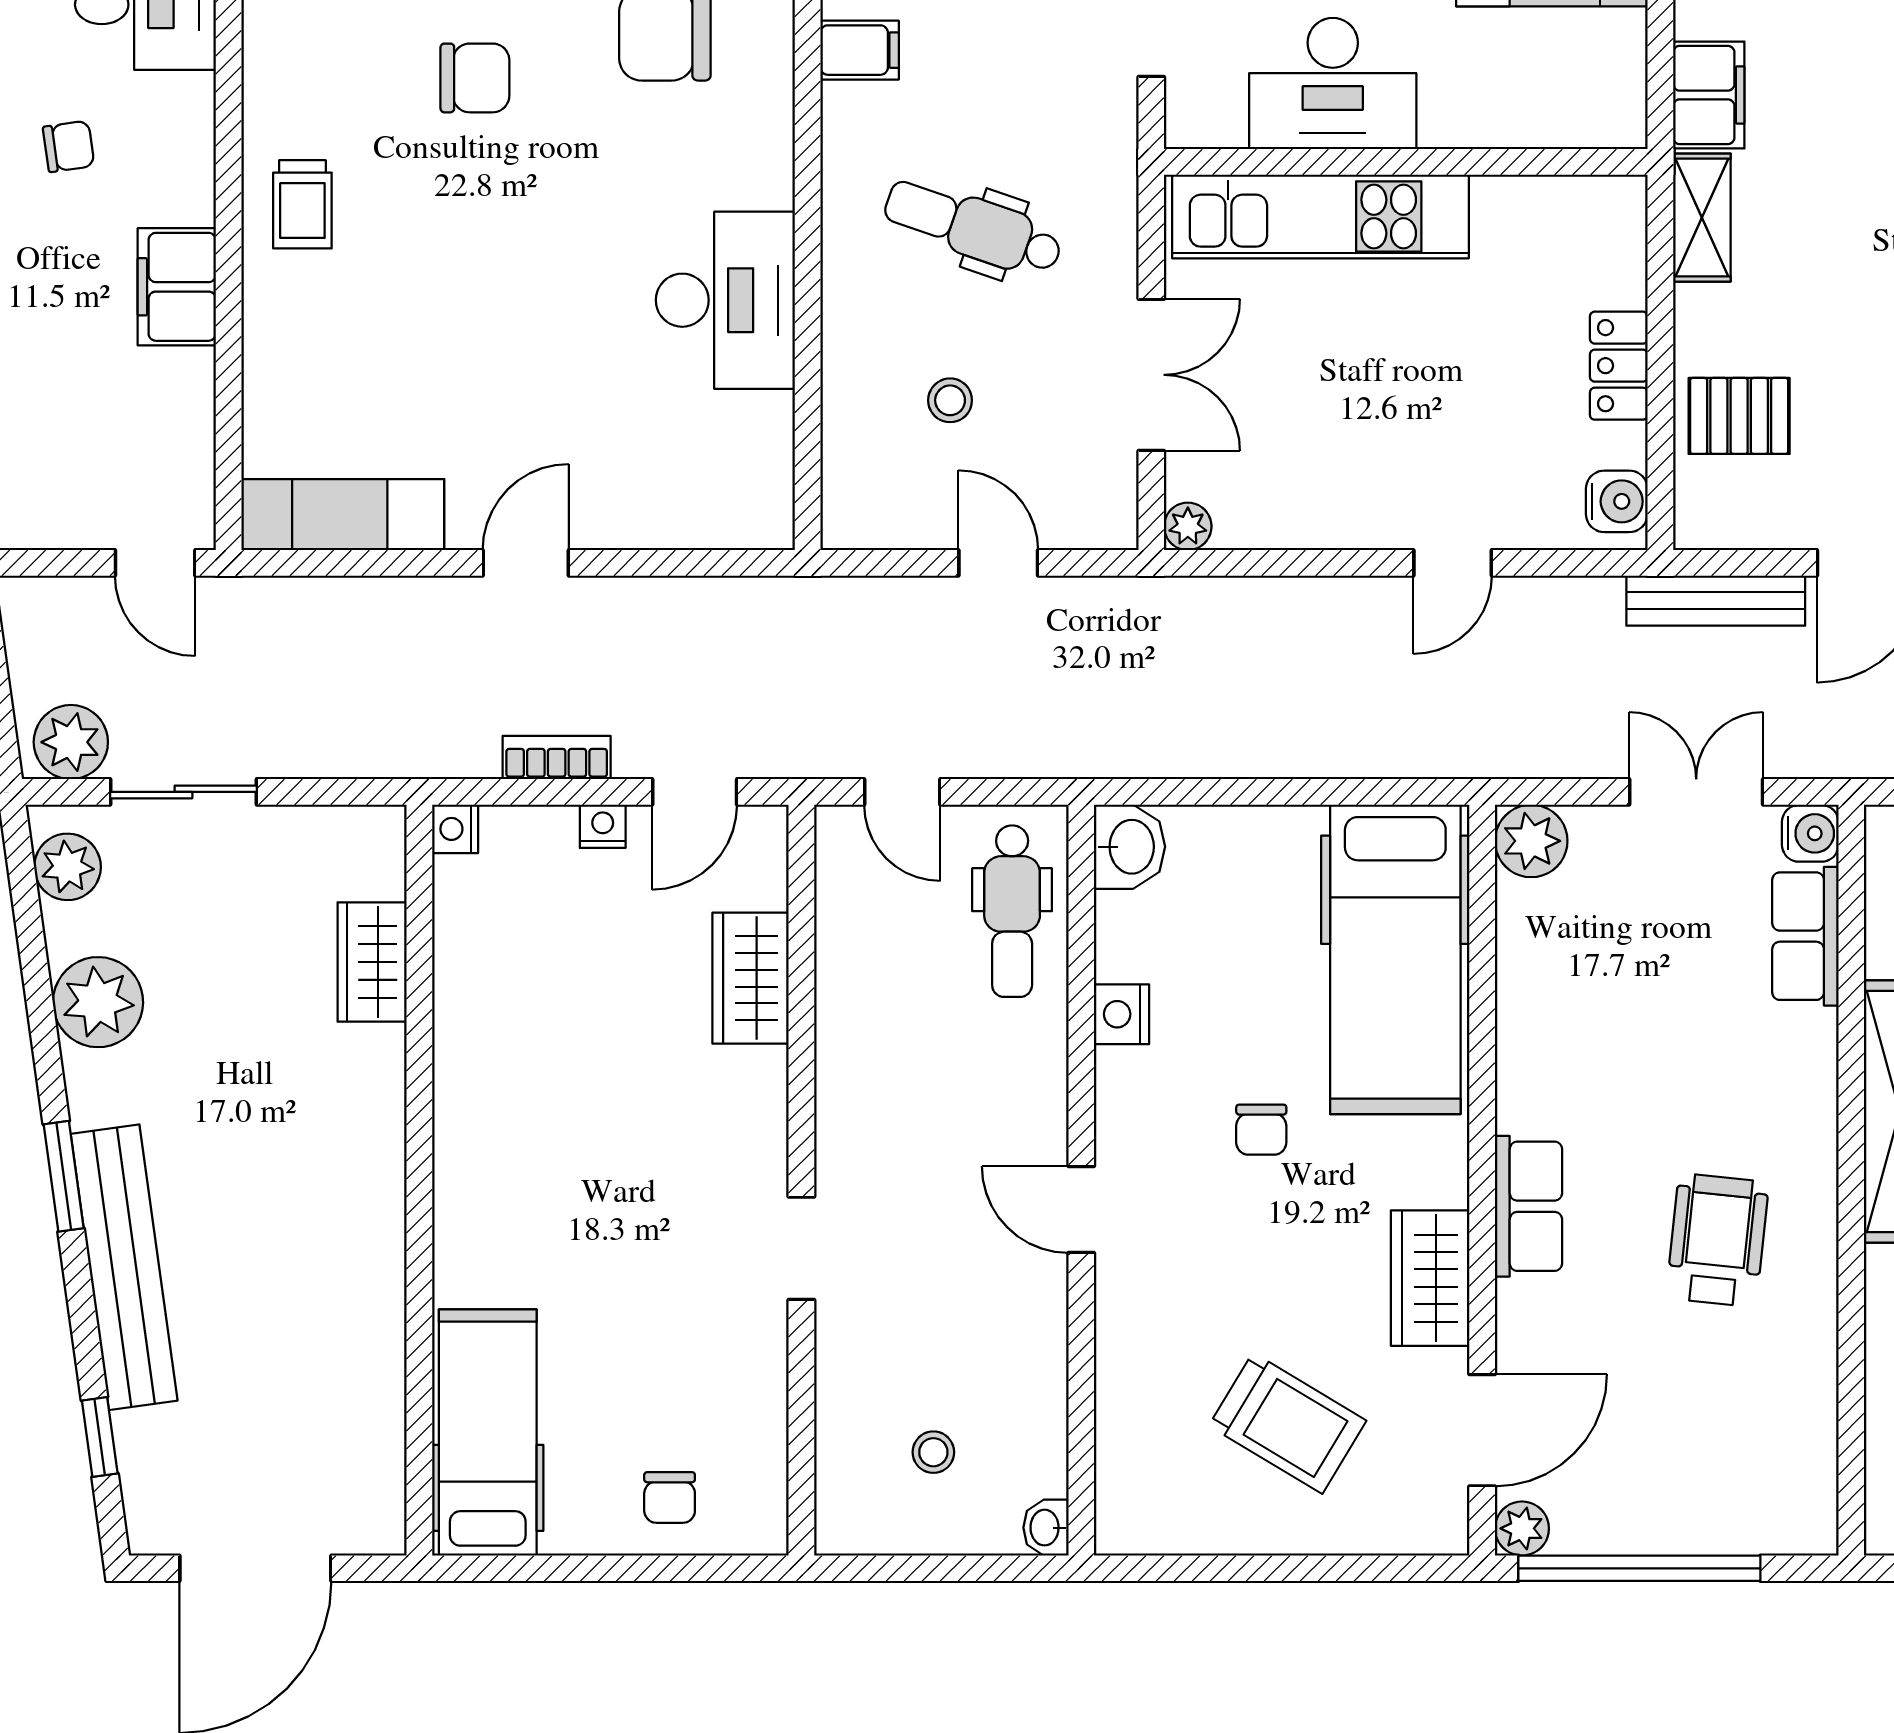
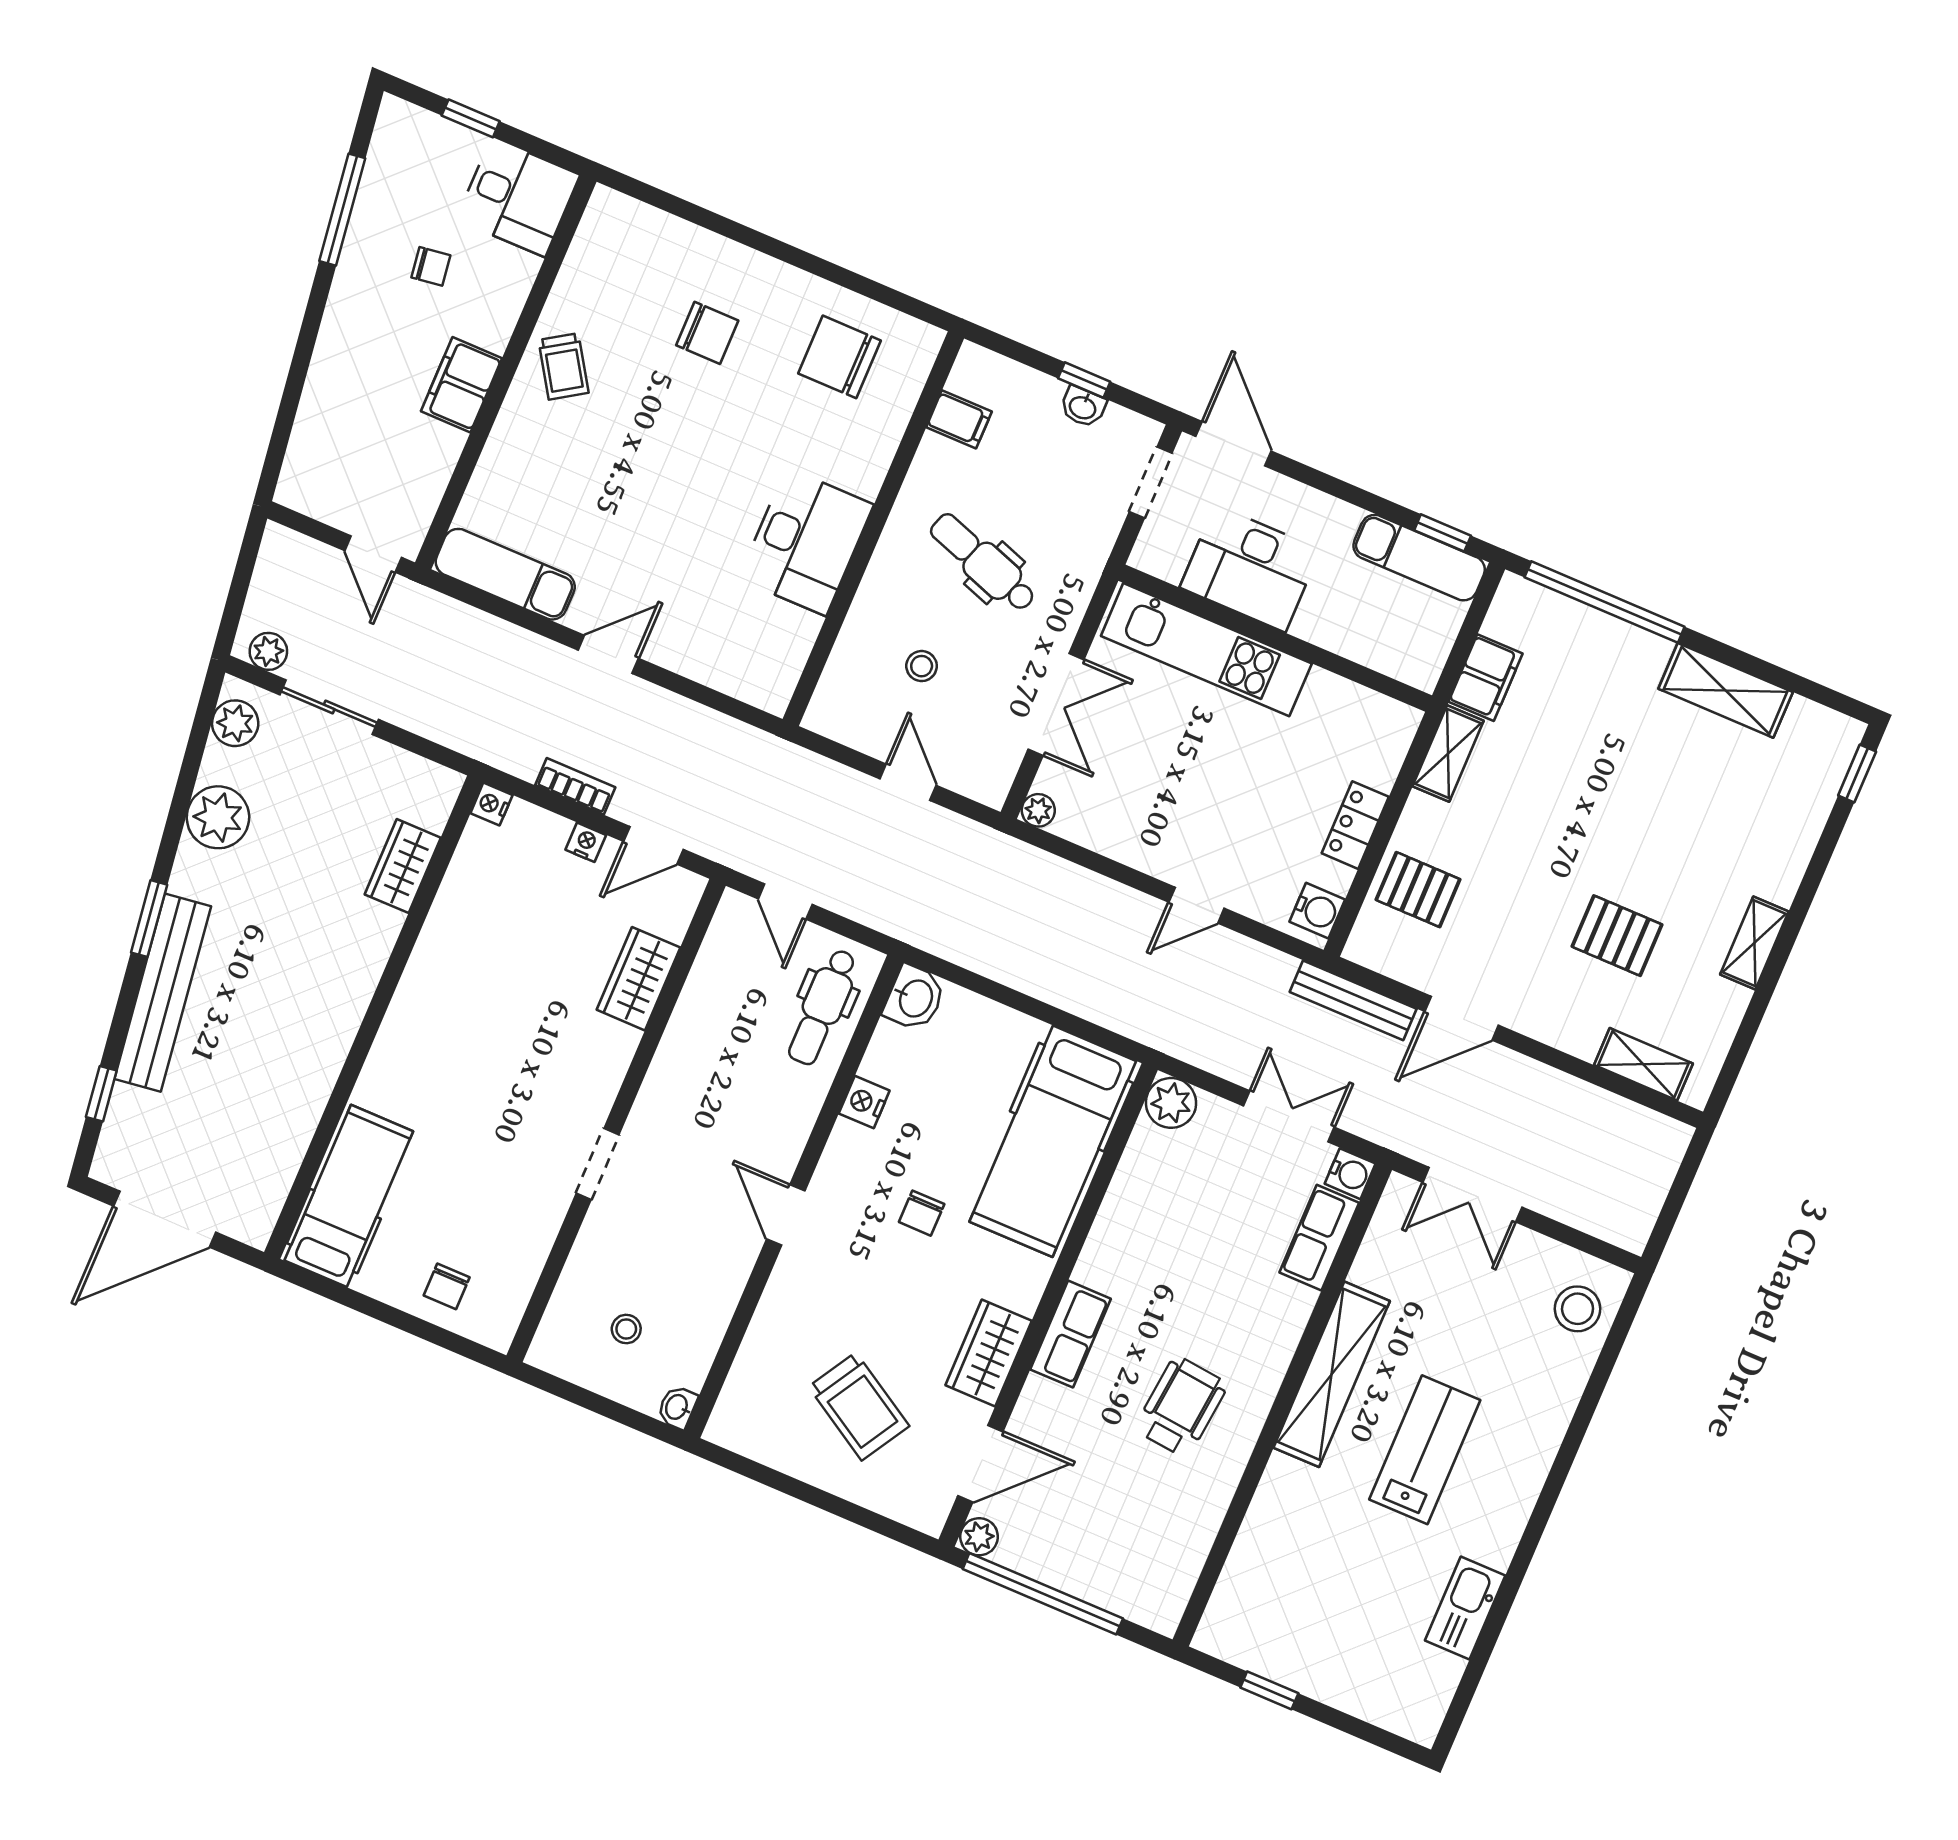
trolley: (302, 204) -> (564, 366), turned -33
plant: (71, 742) -> (268, 651), width x0.73, depth x0.73

